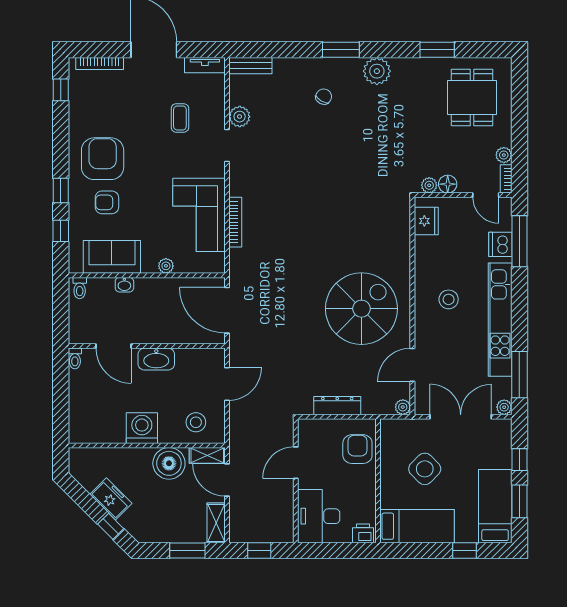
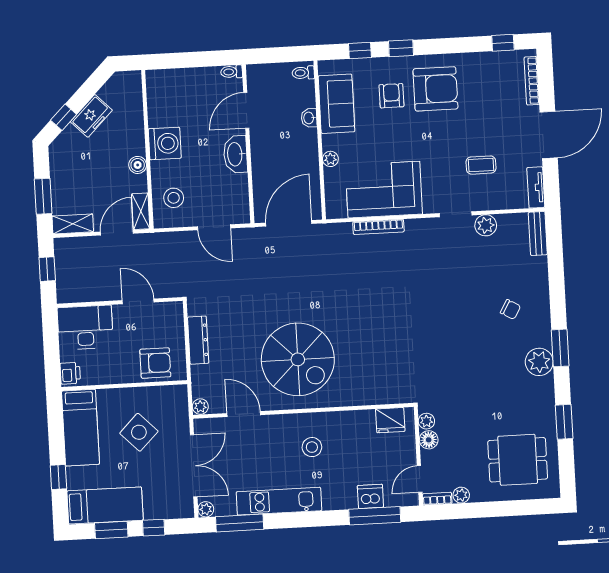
window: (341, 50) -> (560, 348), moved
kitchen unit: (500, 320) -> (279, 501), width x0.73
boiler: (169, 463) -> (138, 165), width x0.54, depth x0.54

